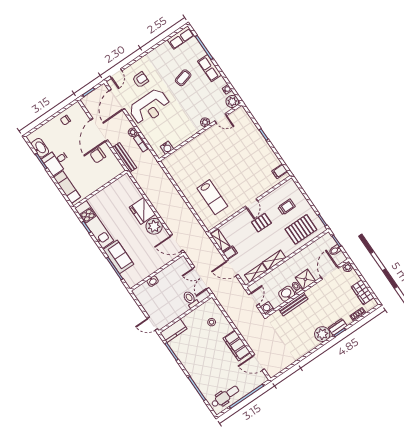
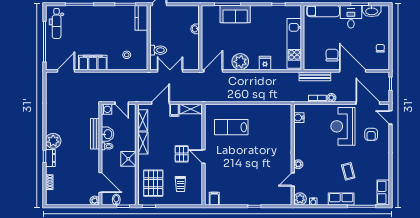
fridge: (142, 211) -> (265, 63), width x0.53, depth x0.75
kitchen unit: (94, 225) -> (294, 43), moved, turned 90
shower: (305, 279) -> (128, 159), moved
wardrobe: (363, 292) -> (65, 199), removed

